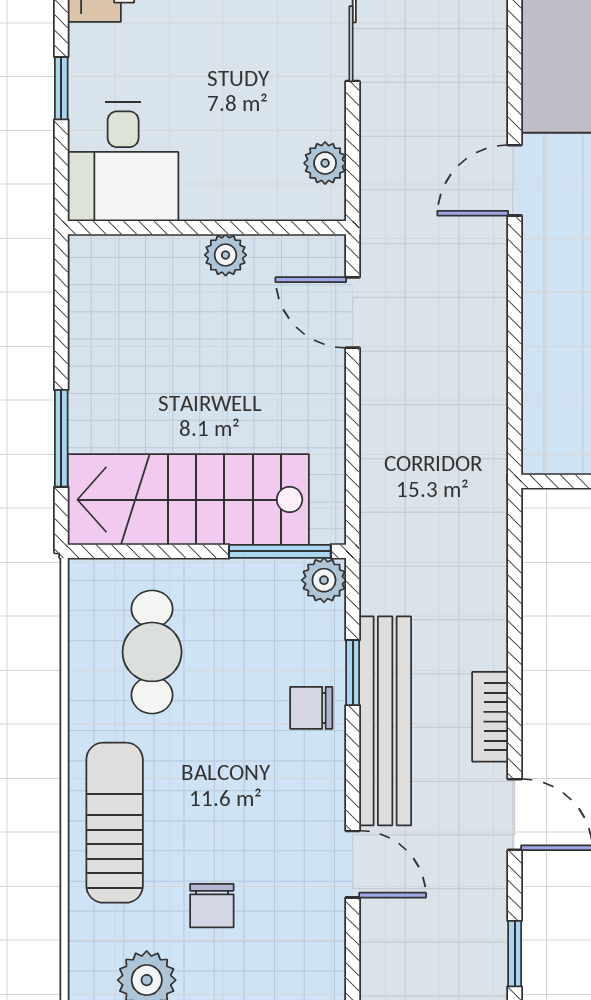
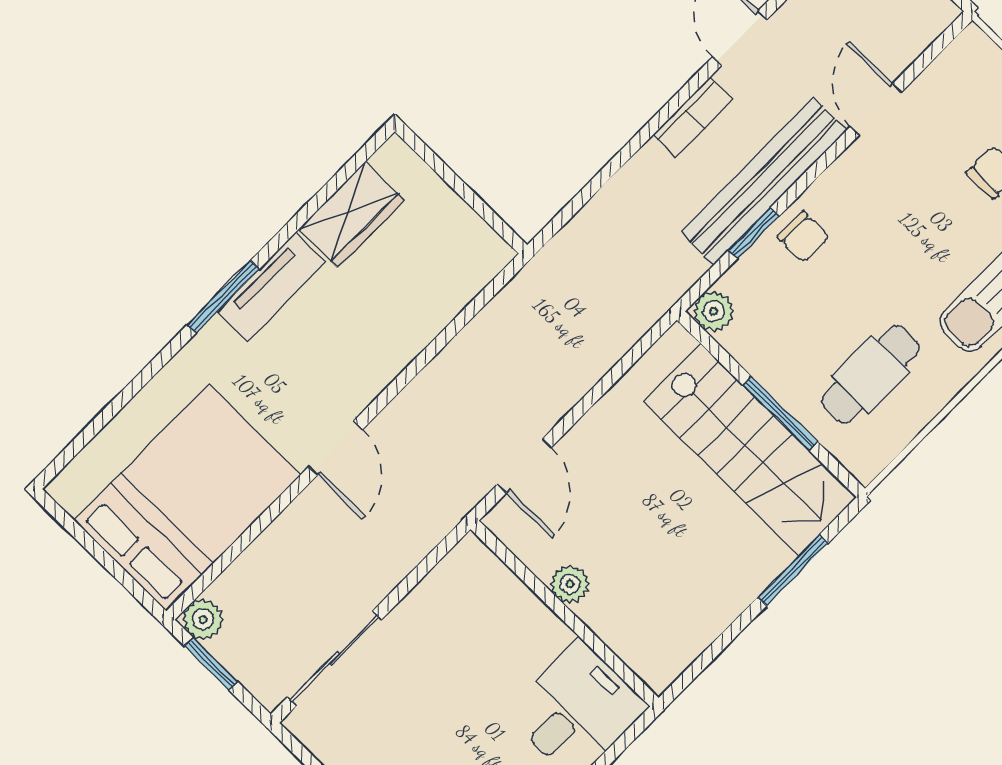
plant: (325, 163) -> (447, 580), removed
door: (515, 180) -> (336, 448), hinge flipped
window: (280, 551) -> (780, 414), moved

